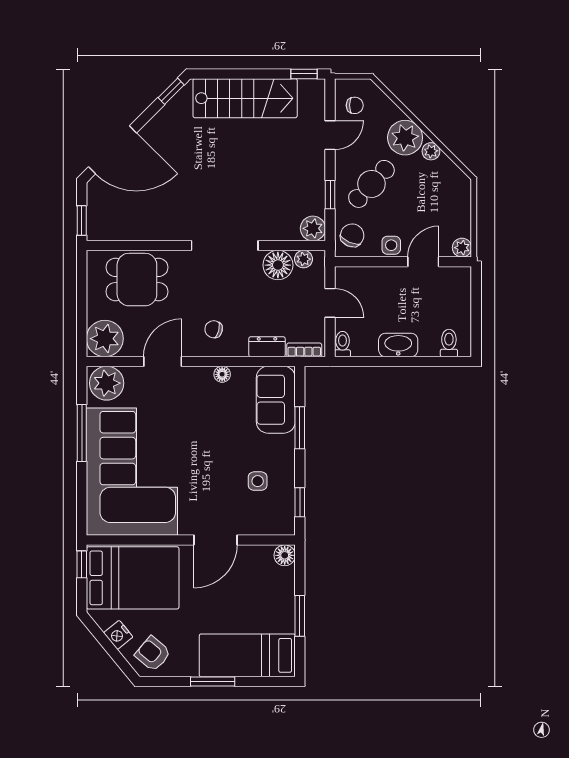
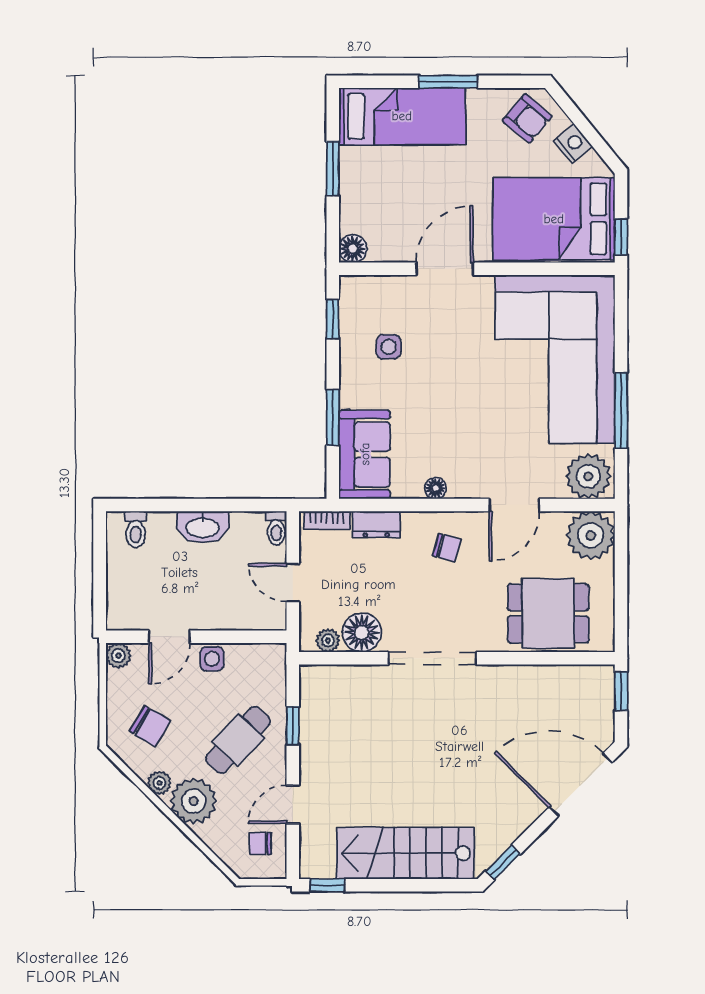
plant: (313, 228) -> (315, 681), removed
chair: (352, 235) -> (150, 726), moved, turned -83

